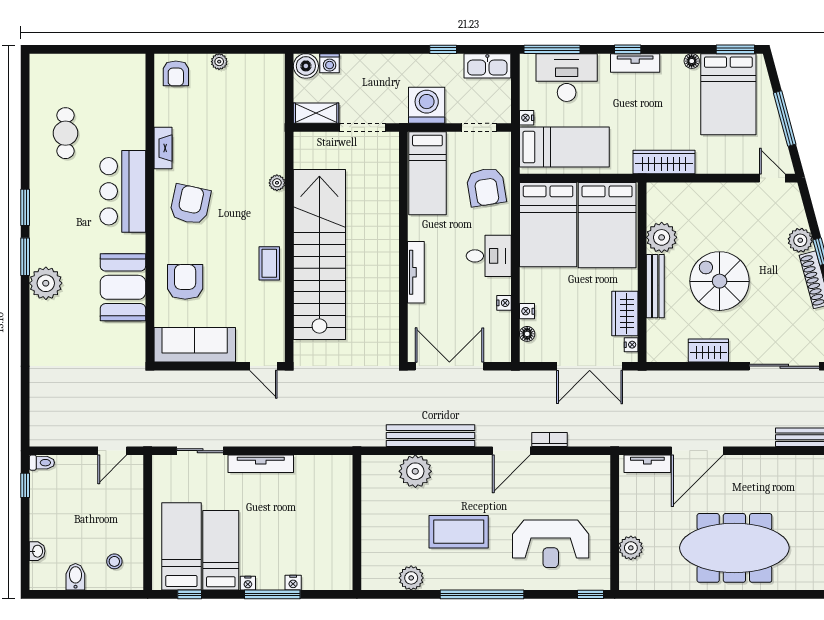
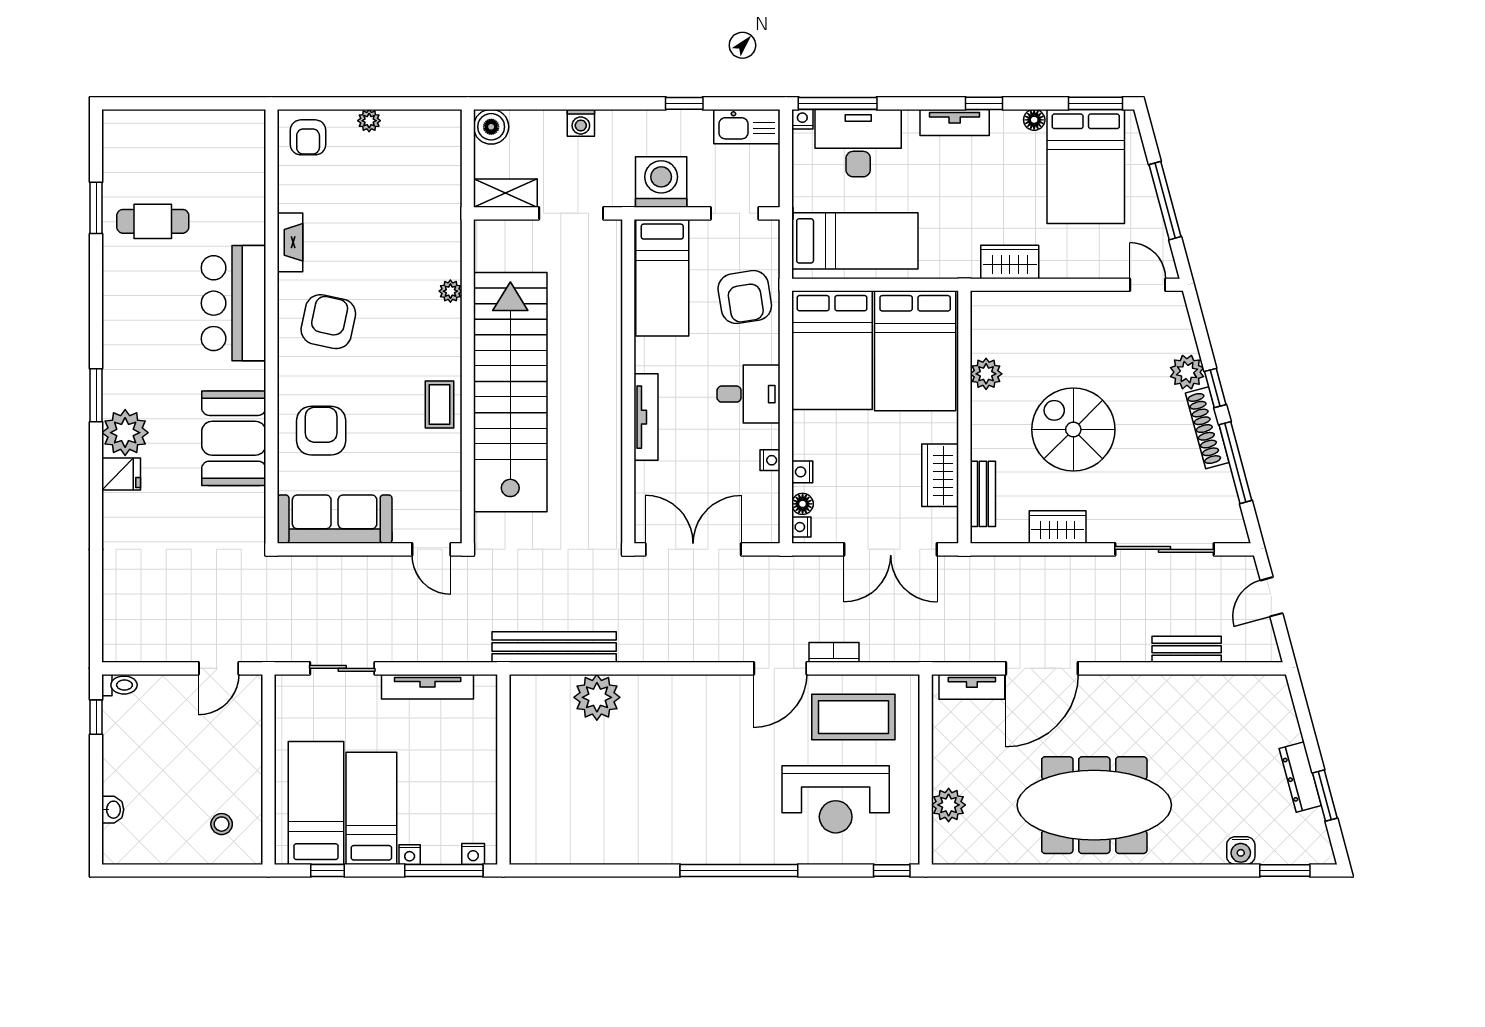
window: (628, 49) -> (984, 103), moved
washing machine: (330, 63) -> (581, 123), moved
nightstand: (527, 118) -> (802, 119), moved, turned 90
cafe table: (65, 133) -> (153, 221), turned 90
wardrobe: (664, 162) -> (1010, 262), width x0.67
window: (25, 207) -> (96, 208), moved
plant: (662, 237) -> (986, 374), width x0.73, depth x0.73
bench: (655, 286) -> (983, 494), moved, width x0.73
fridge: (43, 313) -> (121, 474), added
nightstand: (631, 345) -> (801, 527), moved, turned 180
bench: (430, 436) -> (554, 647), moved
plant: (415, 471) -> (597, 697), moved
wall: (357, 523) -> (503, 769), moved
coffee table: (459, 532) -> (853, 717), moved
bidet: (75, 577) -> (167, 846), removed
plant: (411, 578) -> (639, 847), removed

